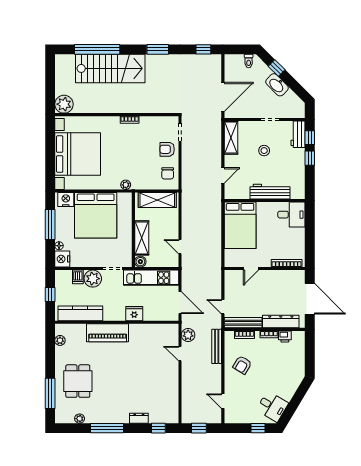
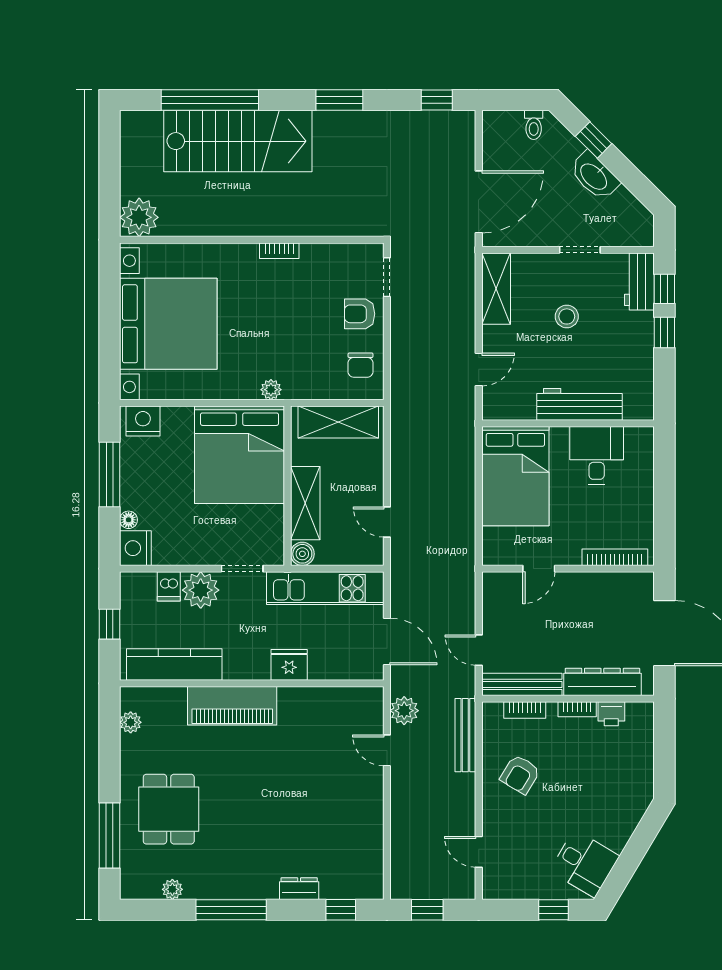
bed: (96, 215) -> (239, 455), moved
desk: (291, 215) -> (597, 455), moved, turned -90

